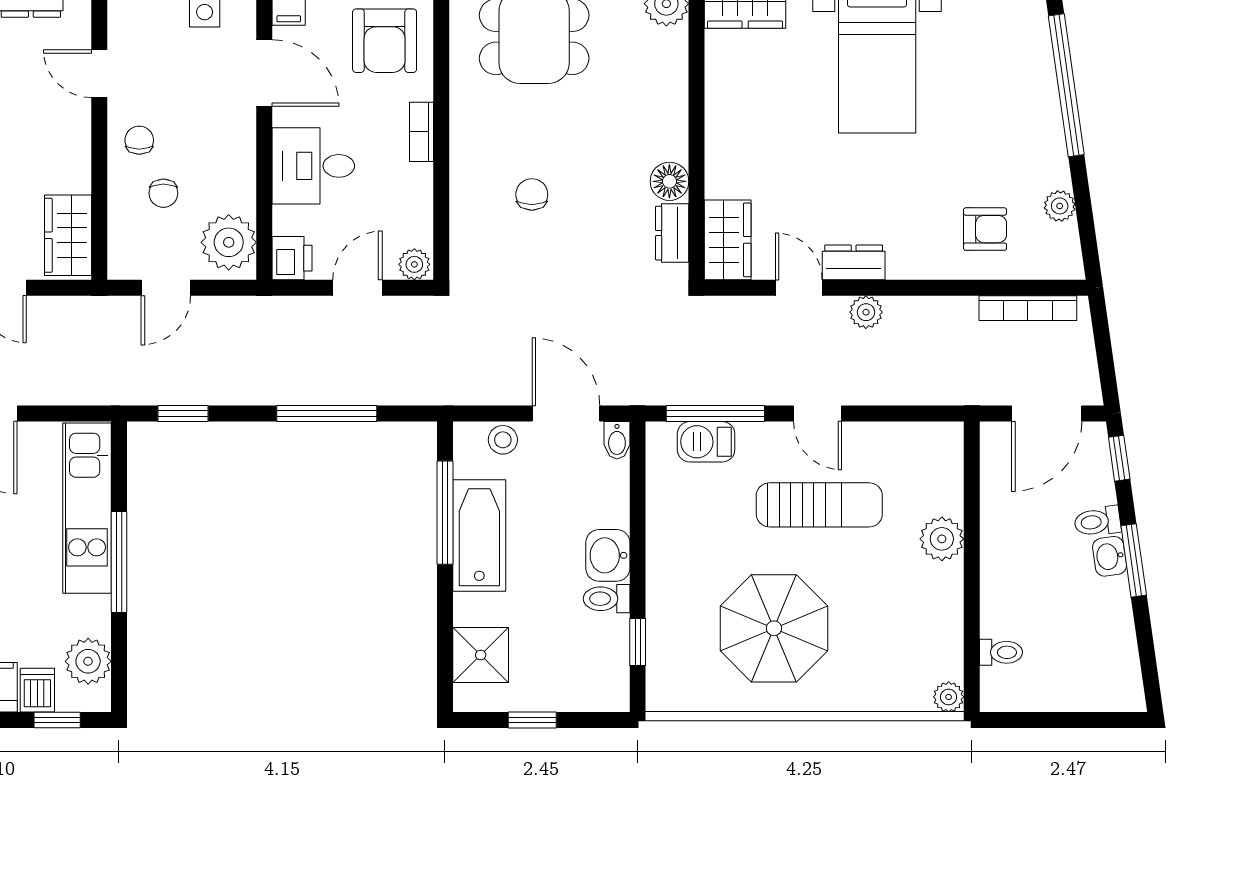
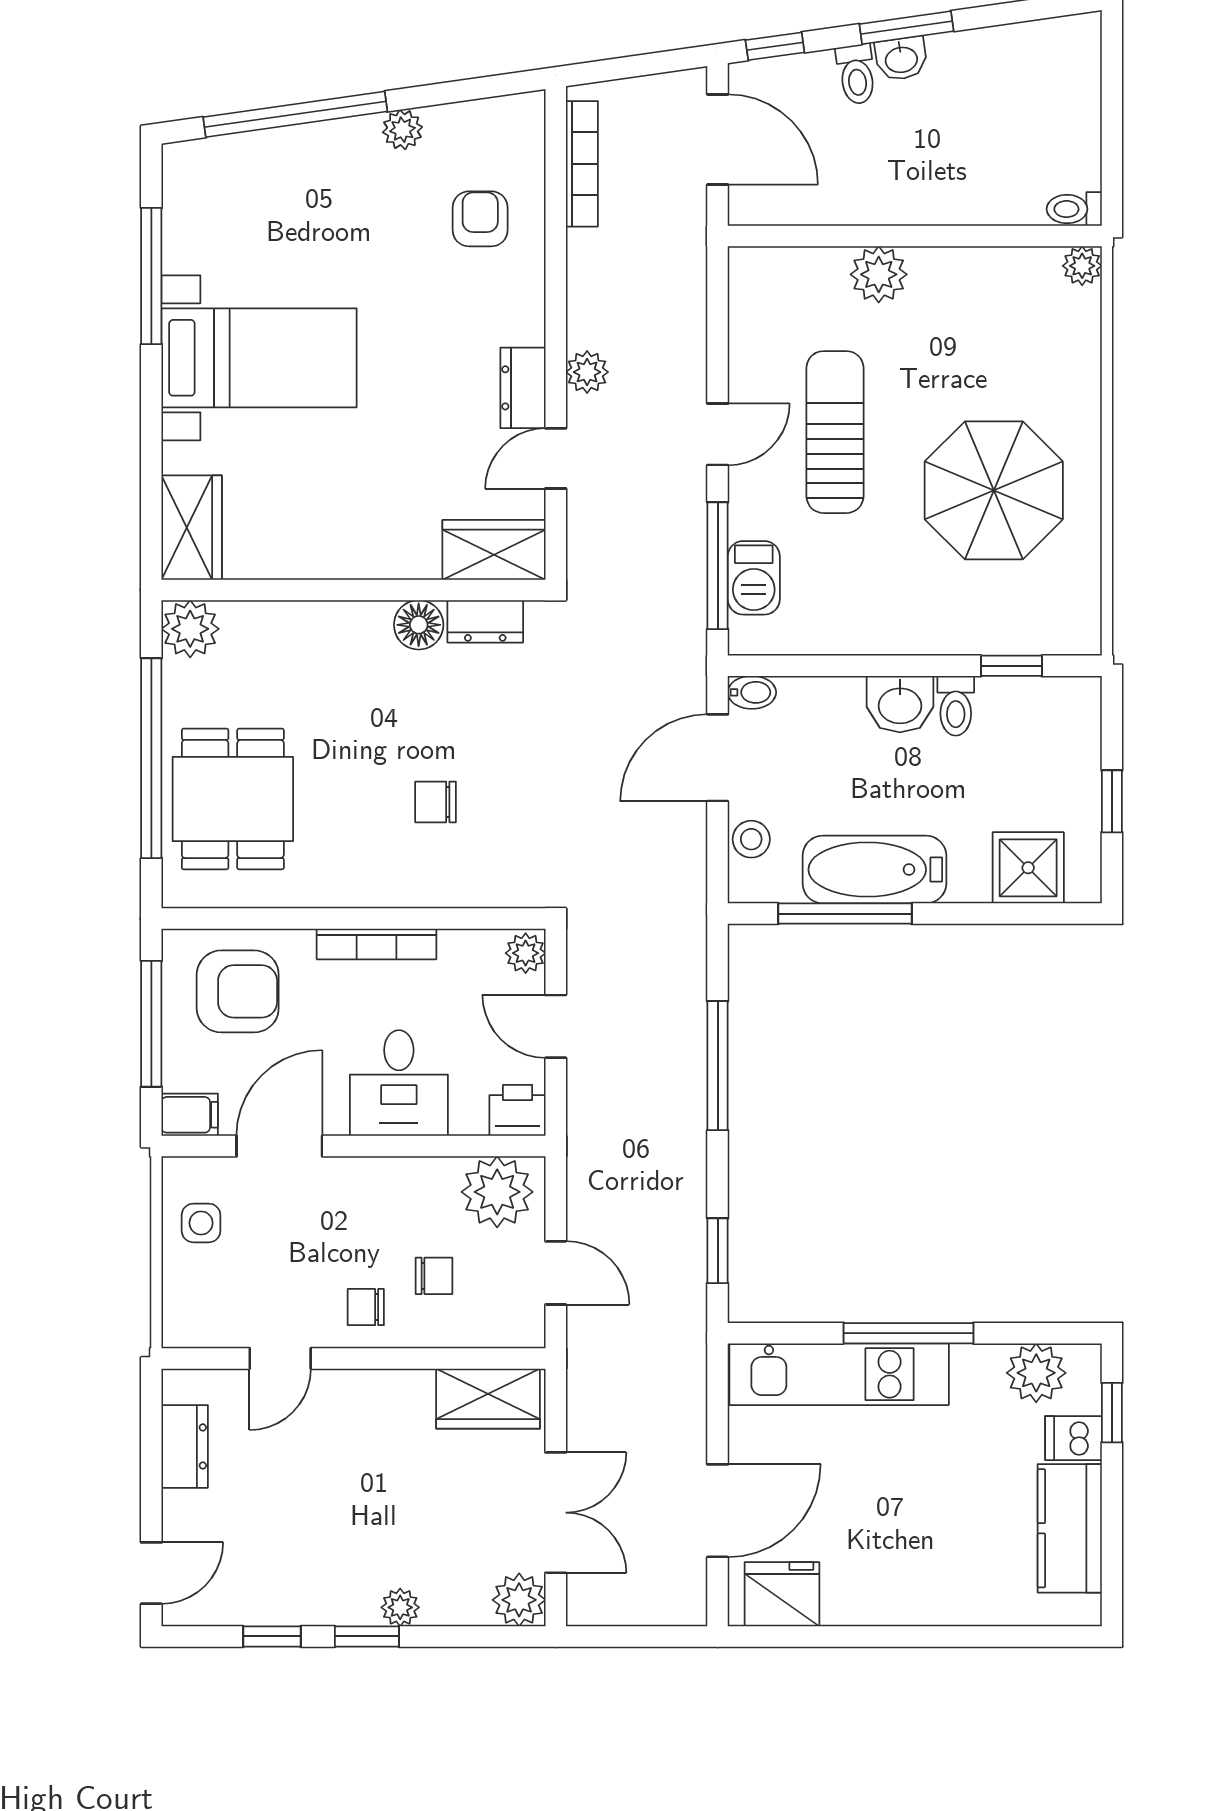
bookcase: (421, 132) -> (377, 944), width x1.56
plant: (1060, 206) -> (402, 130), moved
toilet: (1001, 652) -> (1074, 209), moved, turned -90

